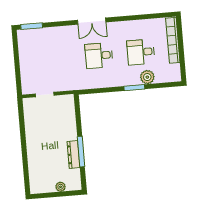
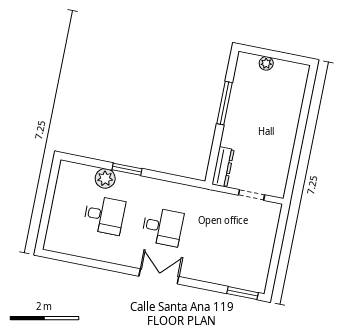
bookcase: (173, 40) -> (56, 218), removed
dresser: (73, 154) -> (223, 167), moved

